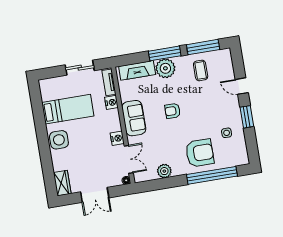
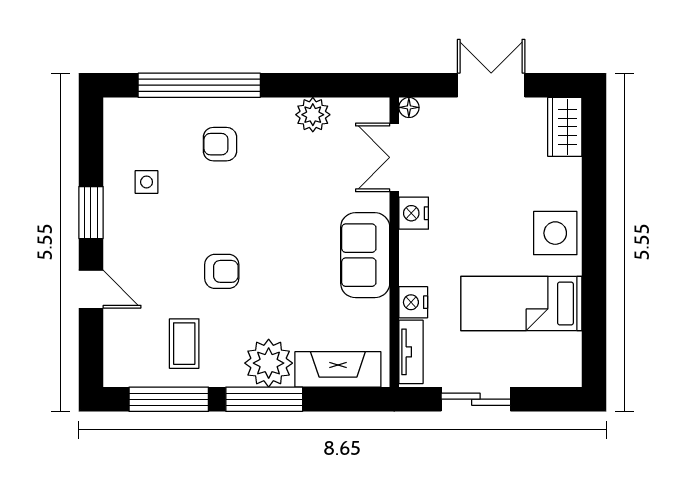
armchair: (173, 111) -> (222, 271), moved
armchair: (200, 153) -> (220, 144), width x0.53, depth x0.53

